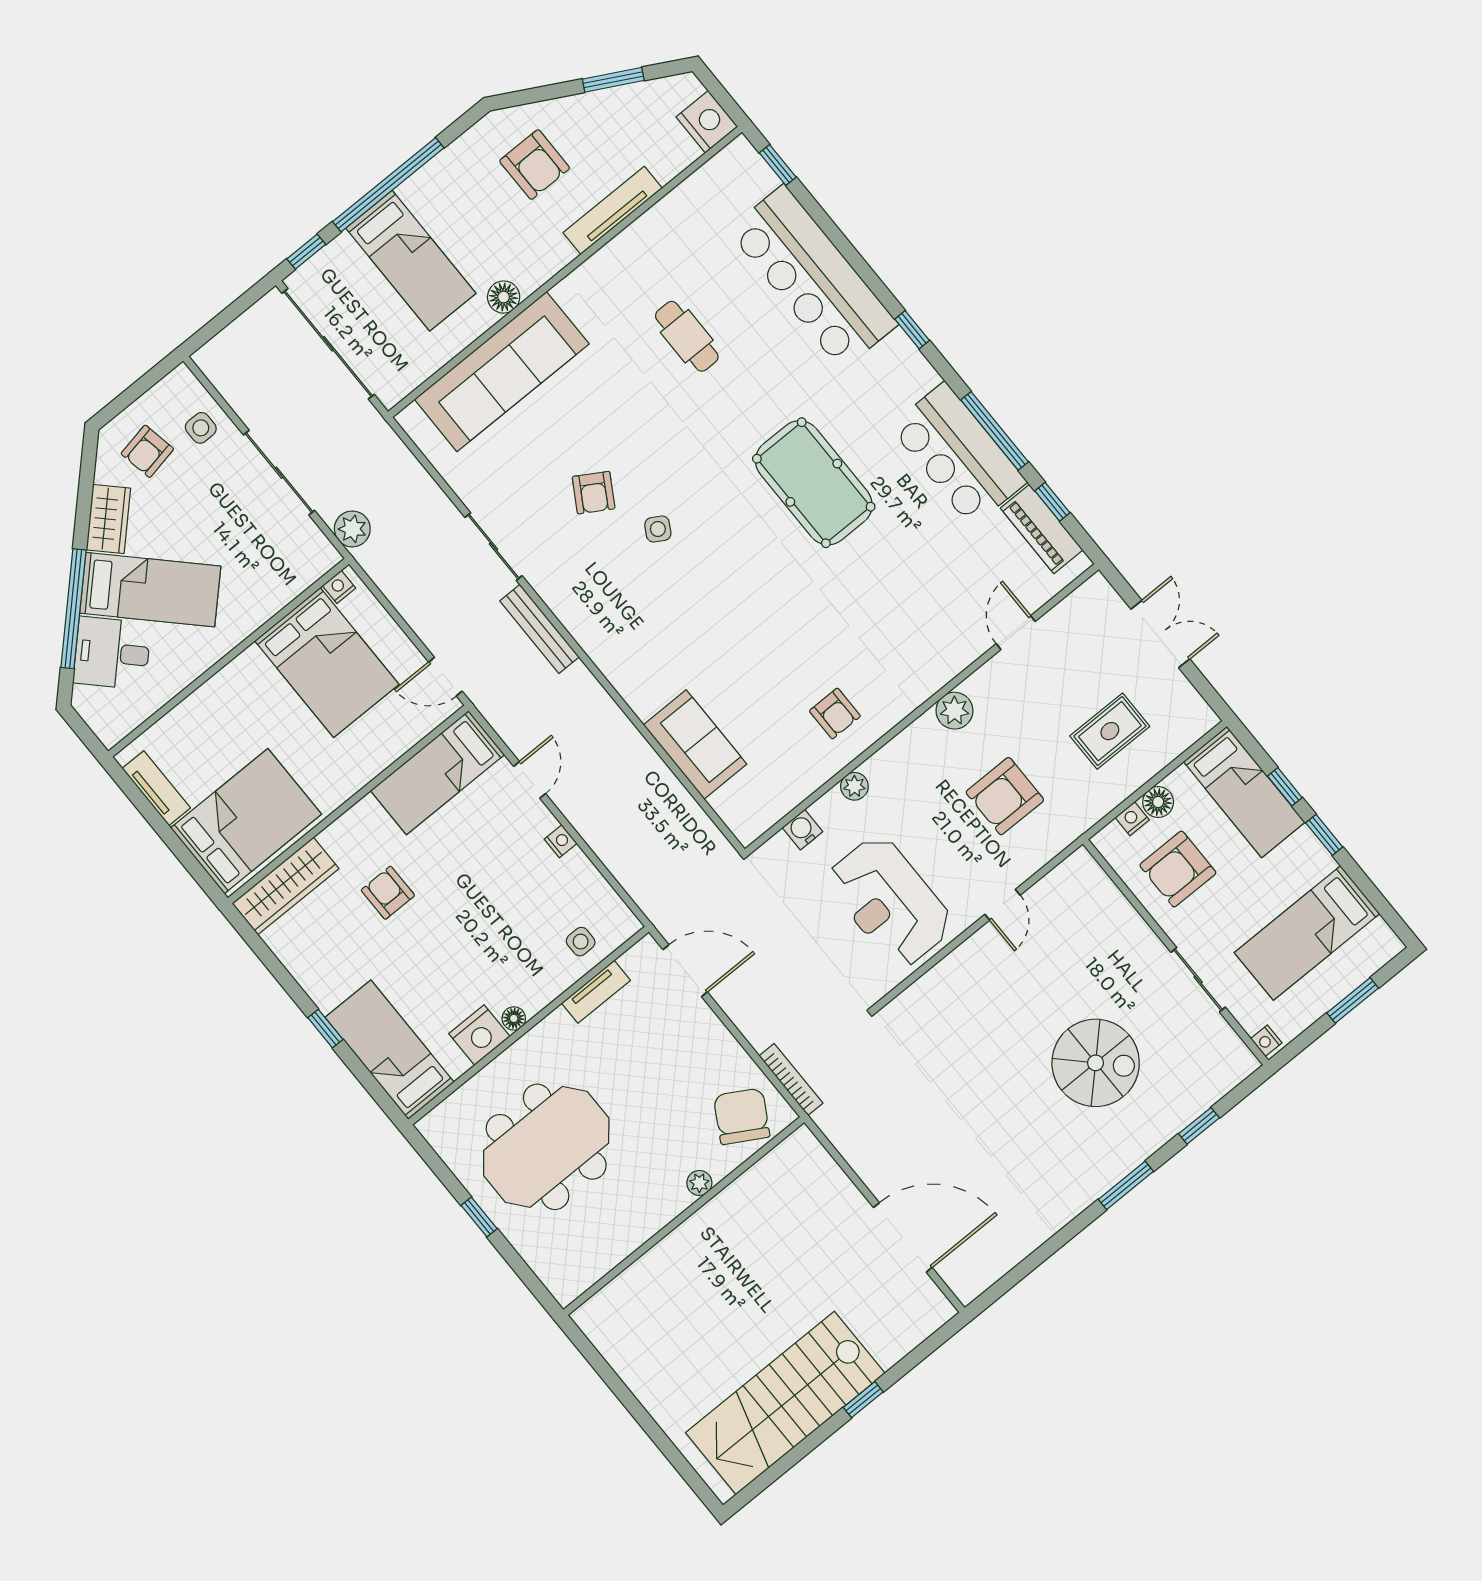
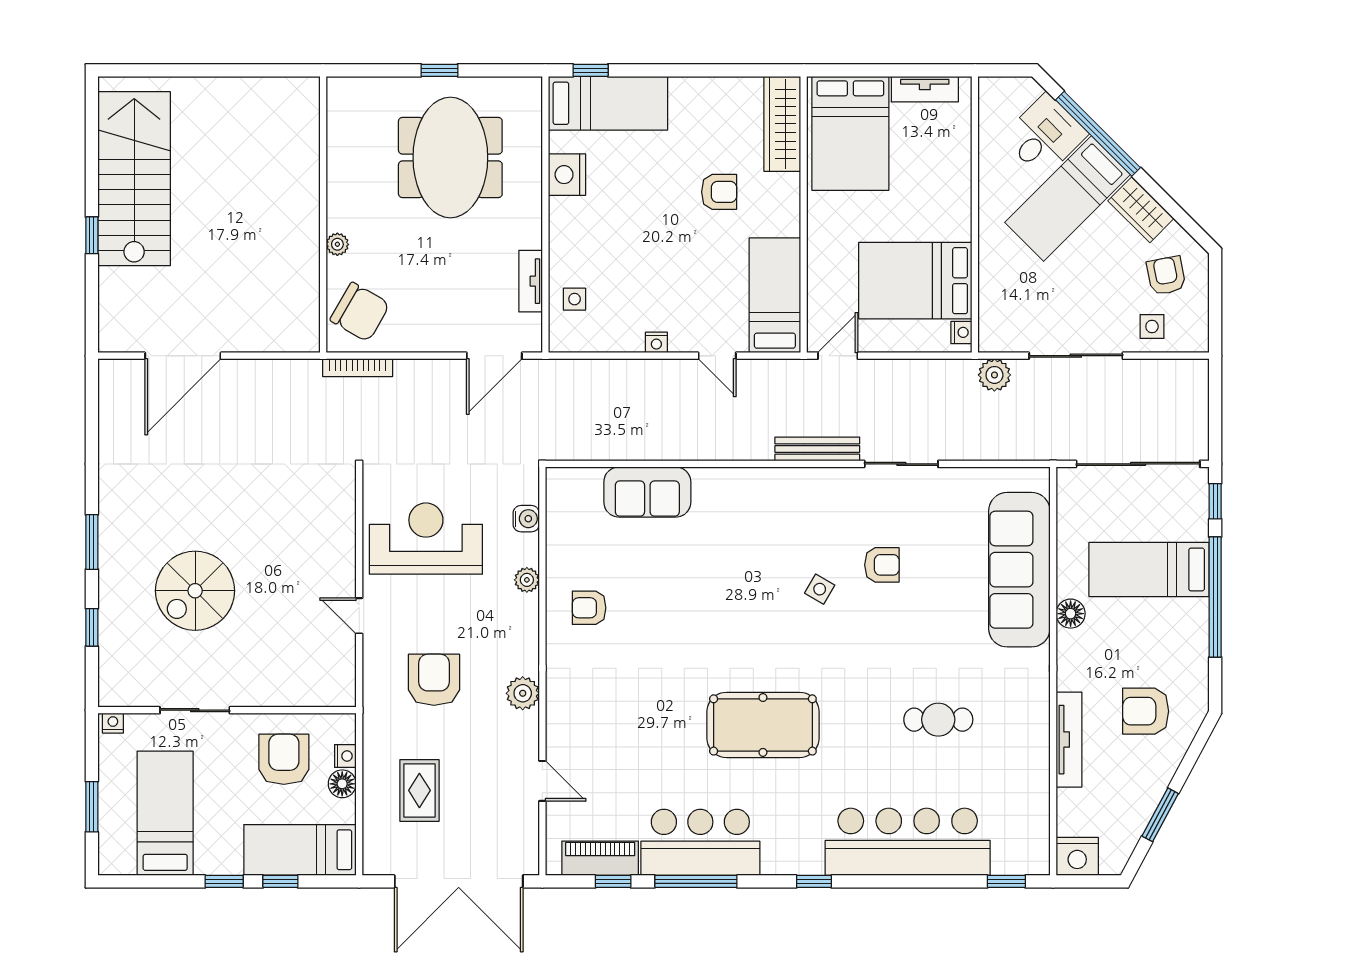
armchair: (594, 493) -> (882, 565), turned 149
double door: (1160, 634) -> (459, 881), width x1.87
floor lamp: (514, 1018) -> (559, 208), removed
window: (325, 1029) -> (591, 70), moved

